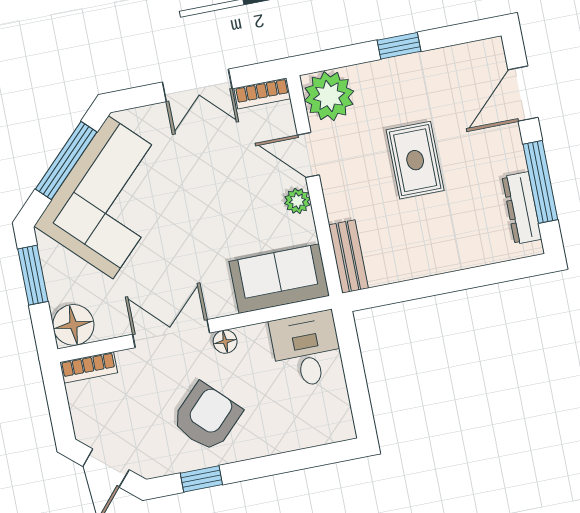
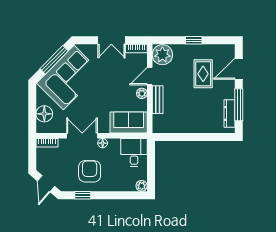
door: (308, 155) -> (150, 76), hinge flipped
rug: (415, 160) -> (203, 74), moved
bench: (348, 257) -> (158, 100), moved
window: (33, 275) -> (32, 102), removed
floor lamp: (73, 325) -> (44, 114), moved
armchair: (207, 417) -> (90, 171), turned -45
plant: (341, 428) -> (142, 186), added

